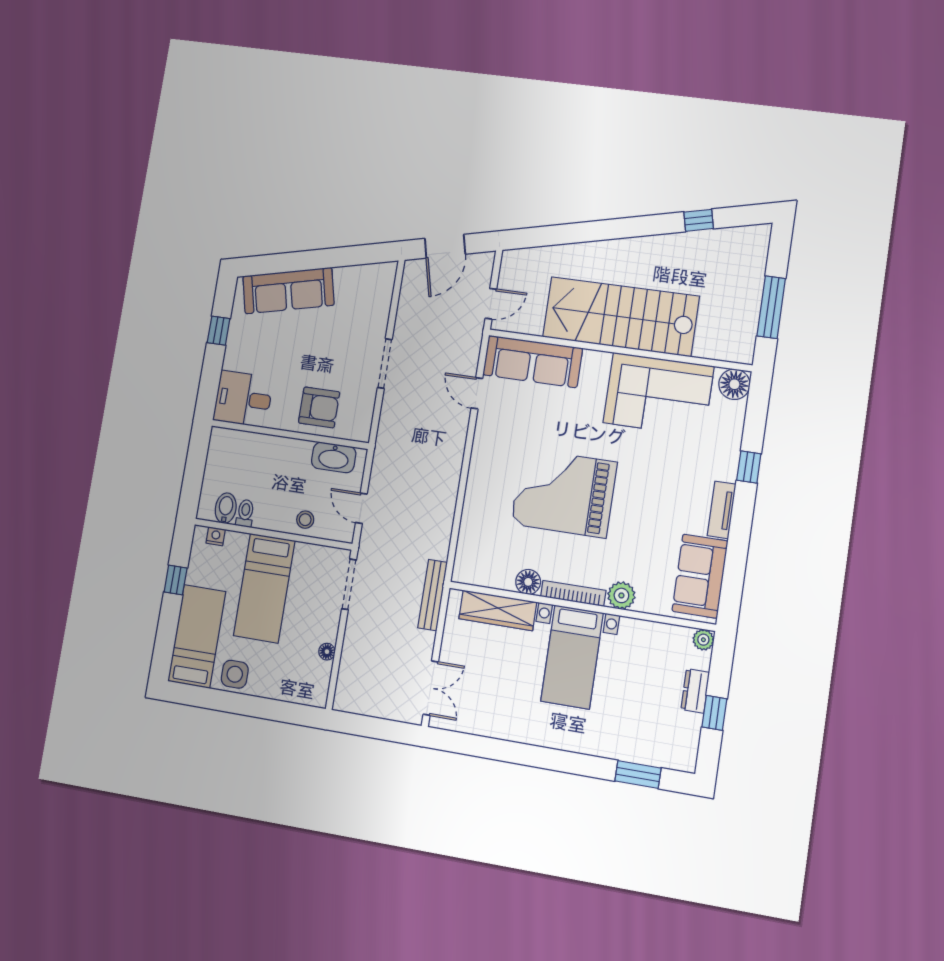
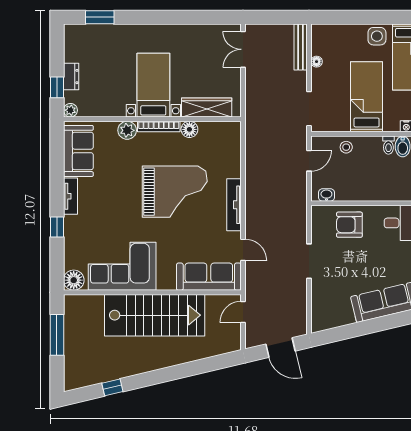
door: (445, 246) -> (281, 348), swing flipped
washbasin: (334, 457) -> (326, 195), width x0.52, depth x0.69
tv unit: (480, 461) -> (234, 205), added
door: (361, 508) -> (309, 161), hinge flipped
bench: (433, 595) -> (301, 47), moved
window: (714, 713) -> (57, 87), moved

